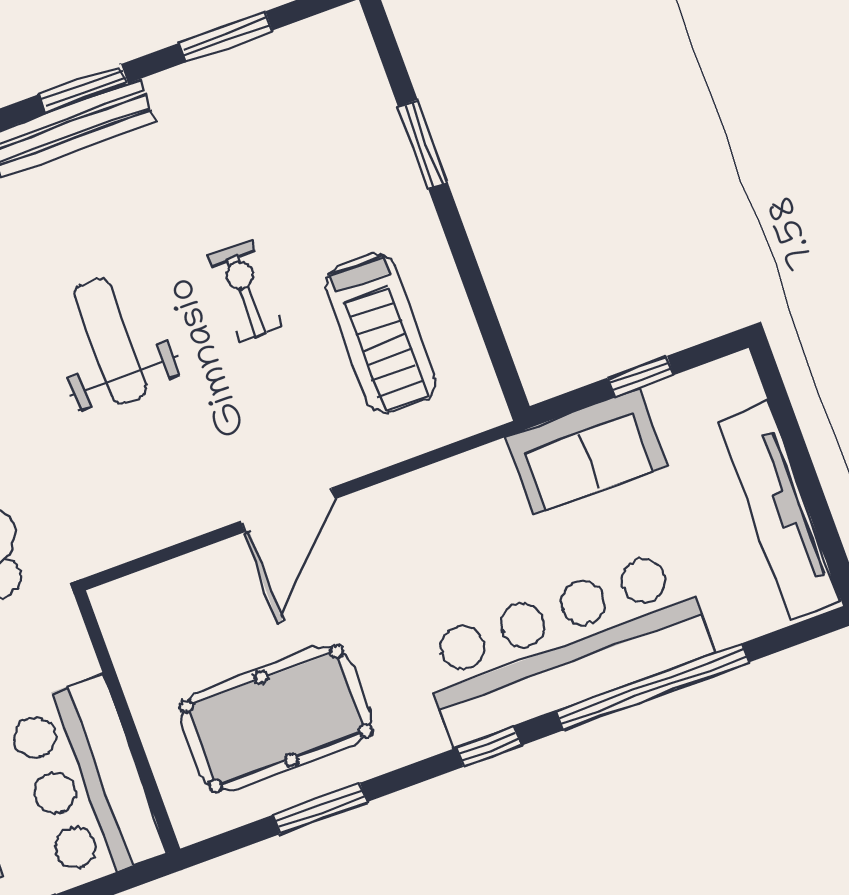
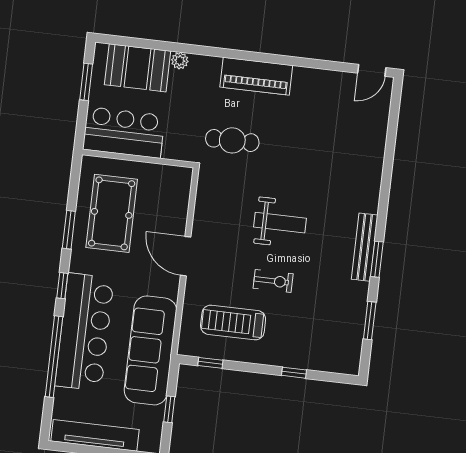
window: (423, 145) -> (294, 373), width x0.67
window: (494, 338) -> (210, 363), added
sofa: (586, 451) -> (150, 350), width x1.85, depth x1.27
window: (320, 809) -> (69, 230), moved

